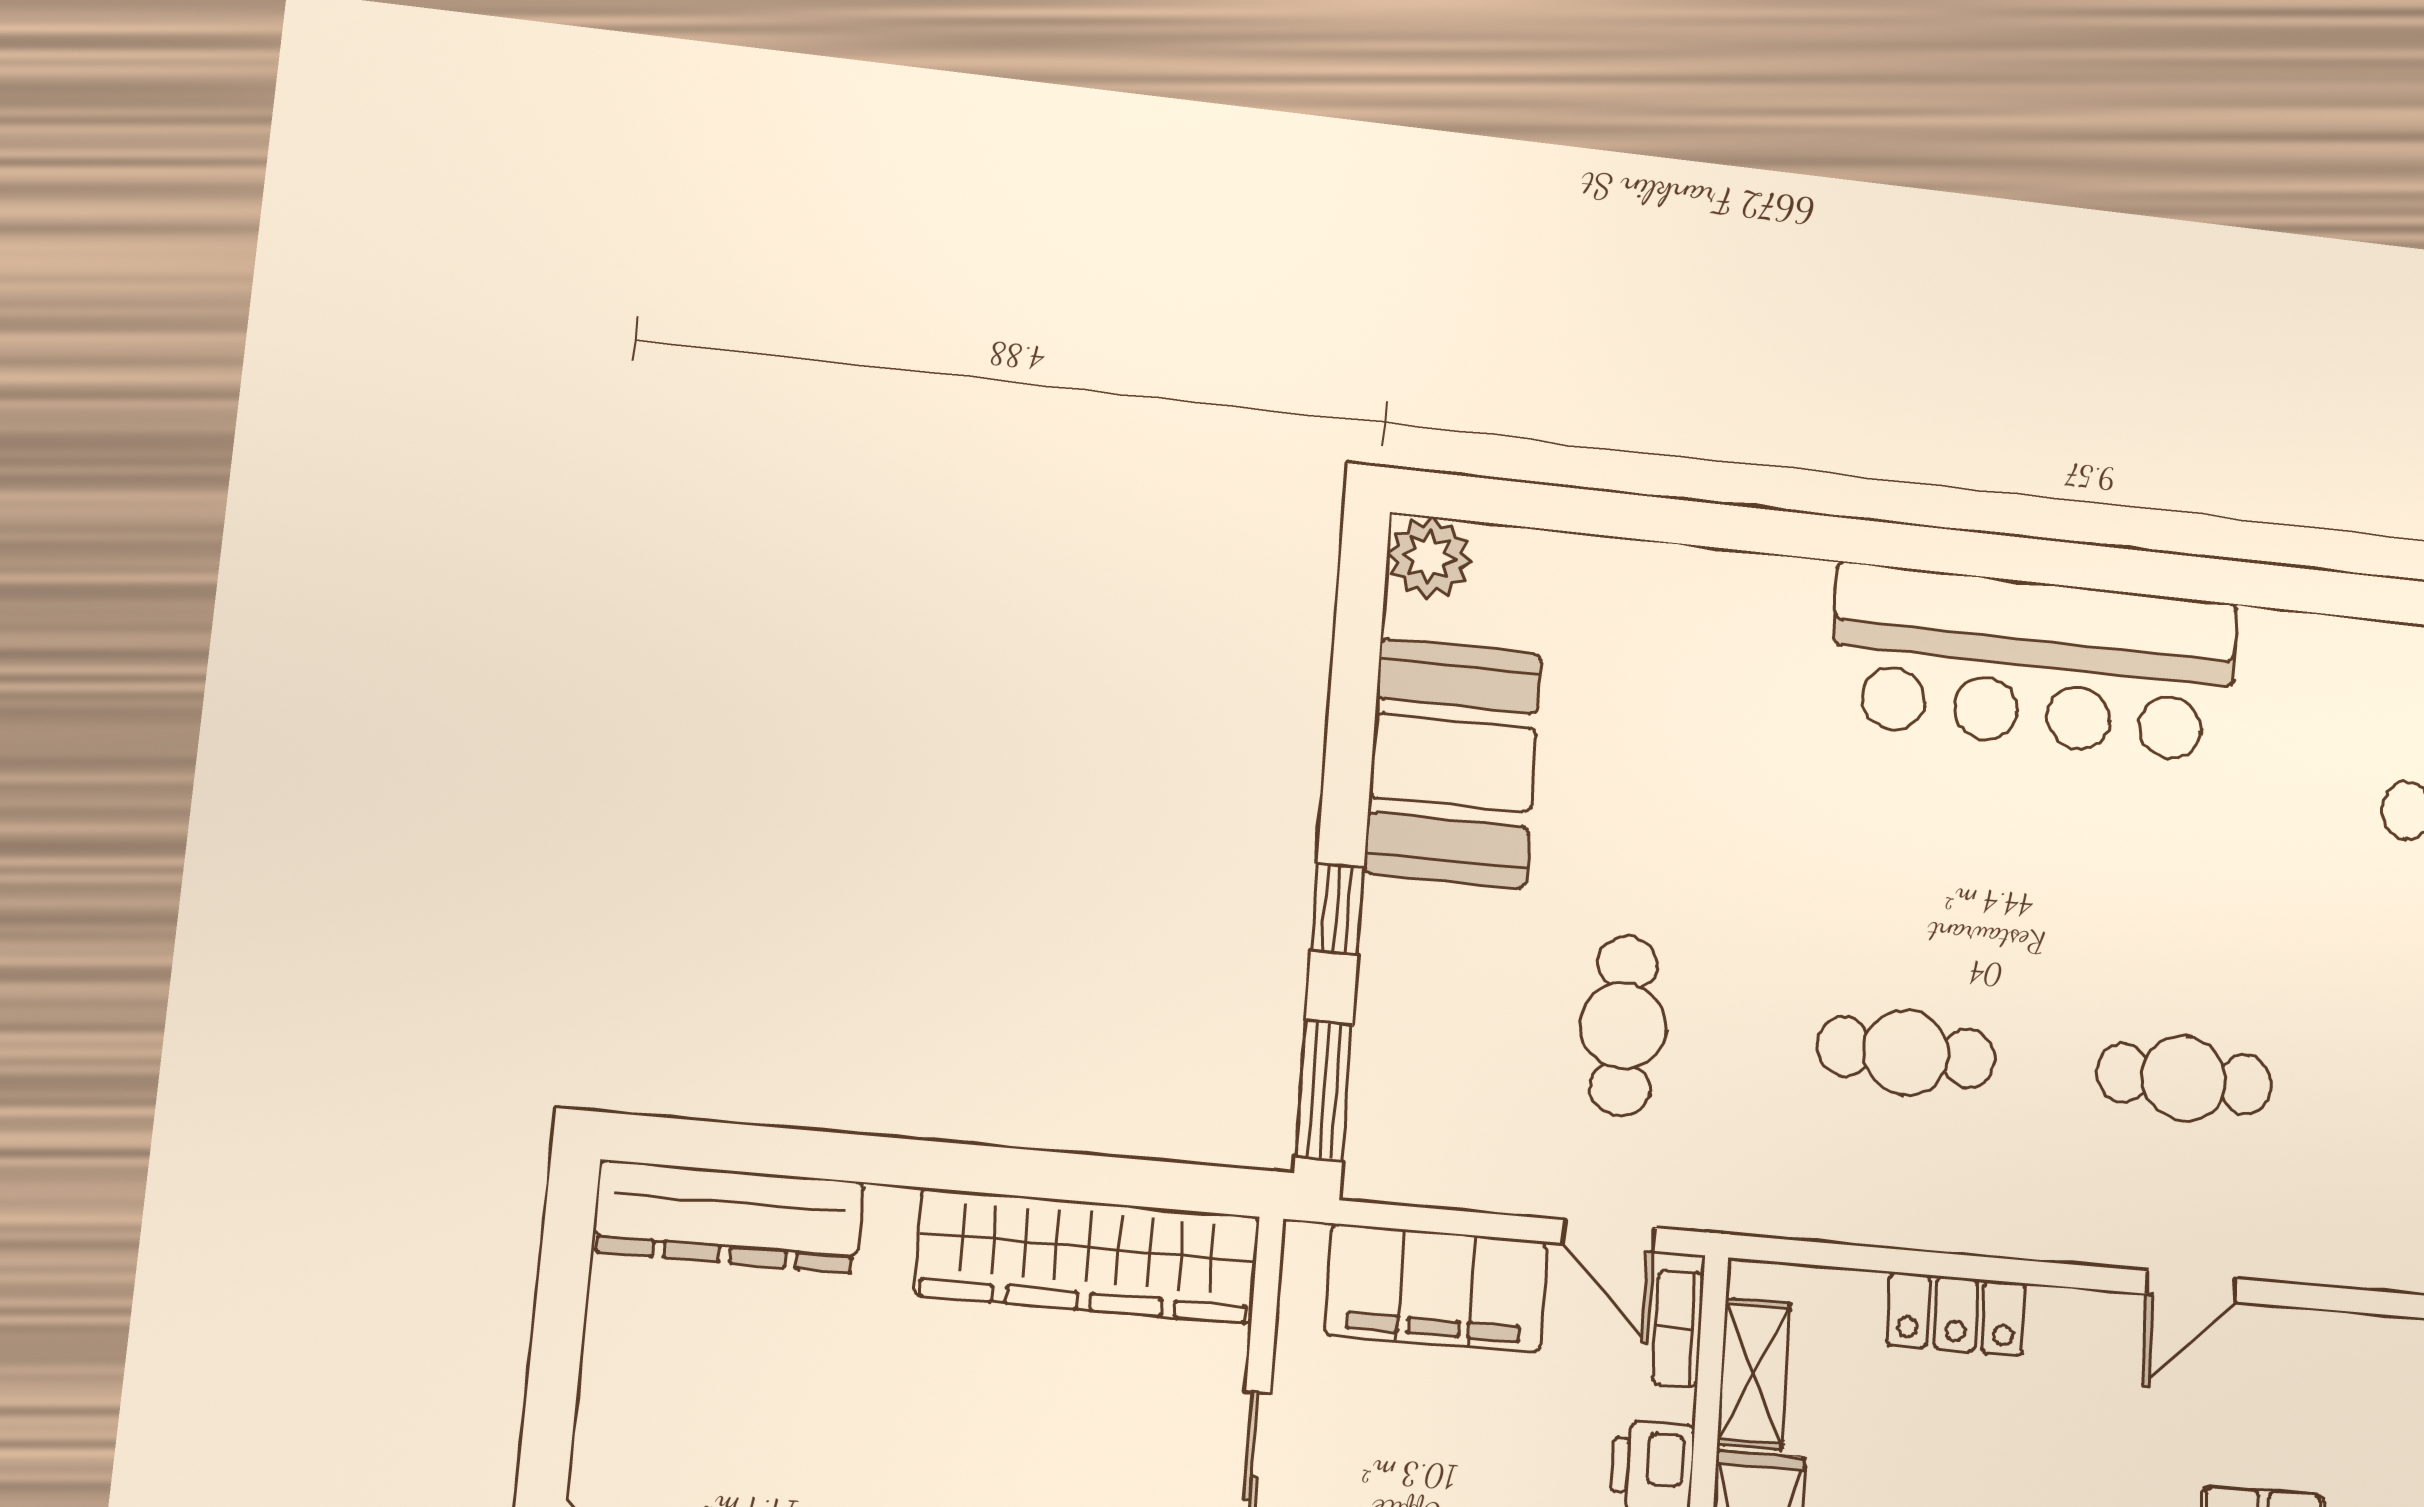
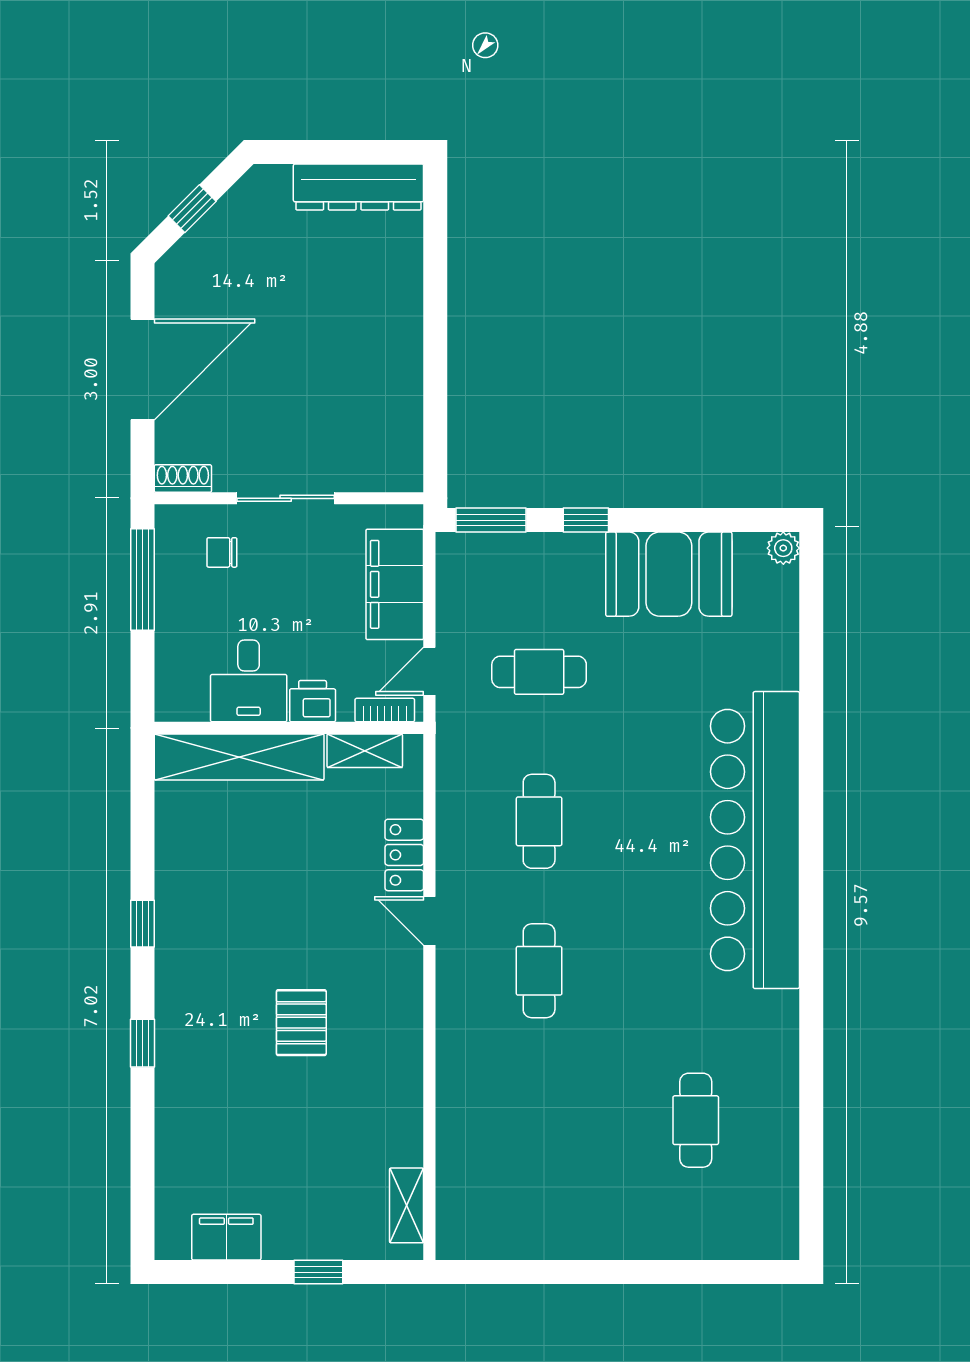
plant: (1429, 557) -> (783, 548), width x0.73, depth x0.73
bar counter: (2035, 663) -> (755, 840), width x1.36
dresser: (728, 1217) -> (358, 187), moved, turned -90
wardrobe: (1087, 1256) -> (396, 408), removed
door: (2192, 1286) -> (429, 921), moved

